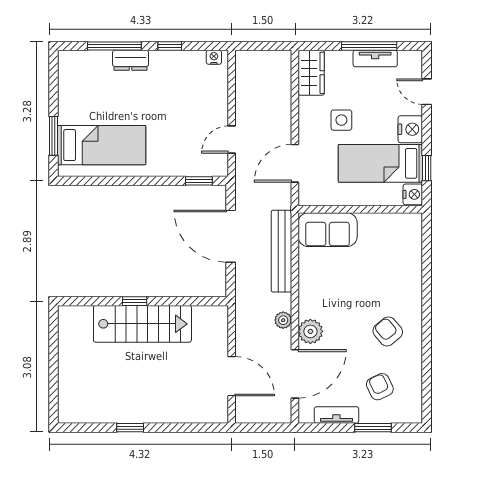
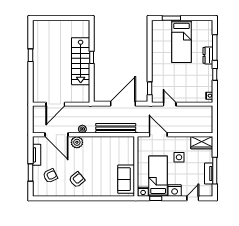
bed: (102, 145) -> (182, 41), moved
sofa: (328, 230) -> (126, 179), moved

